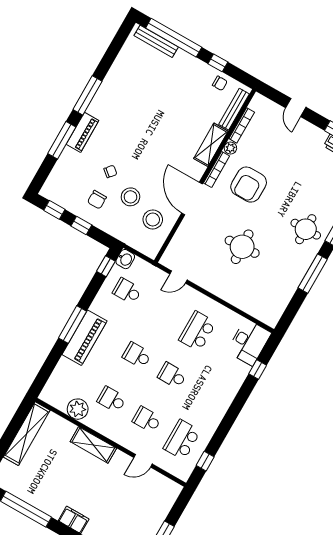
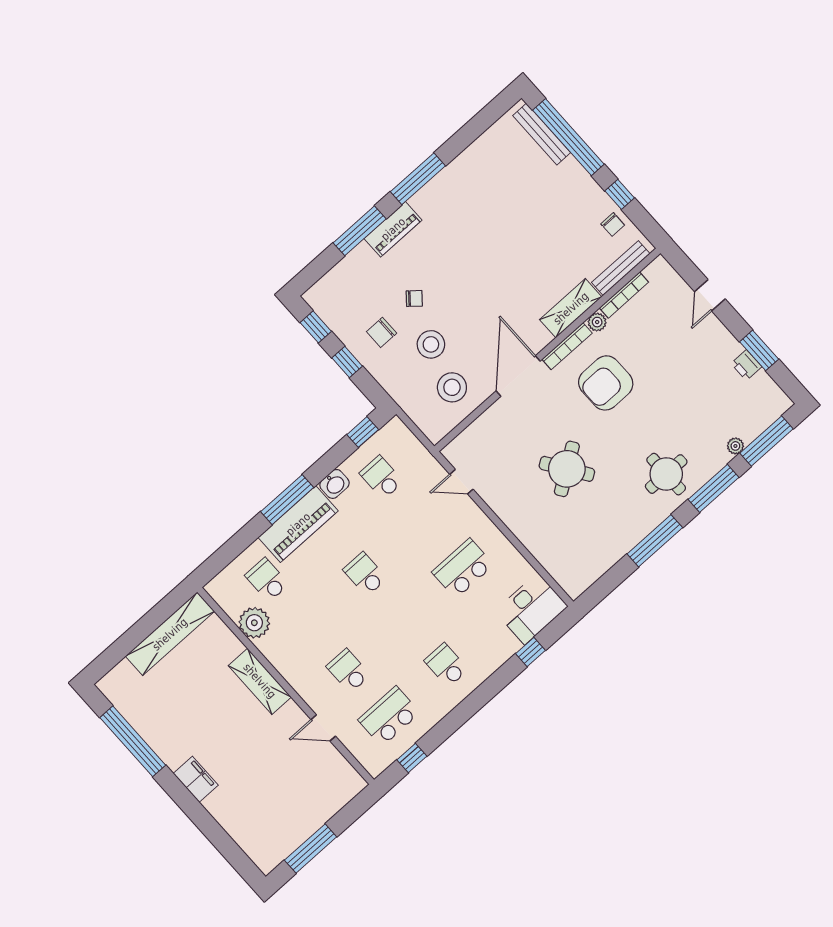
round table: (242, 247) -> (567, 469), turned -31
washbasin: (125, 259) -> (334, 484), moved
school desk: (172, 375) -> (446, 665), moved
school desk: (112, 399) -> (267, 580), moved

